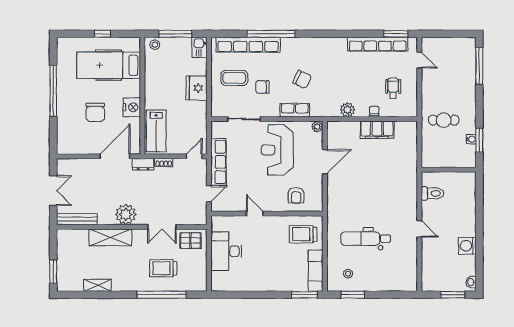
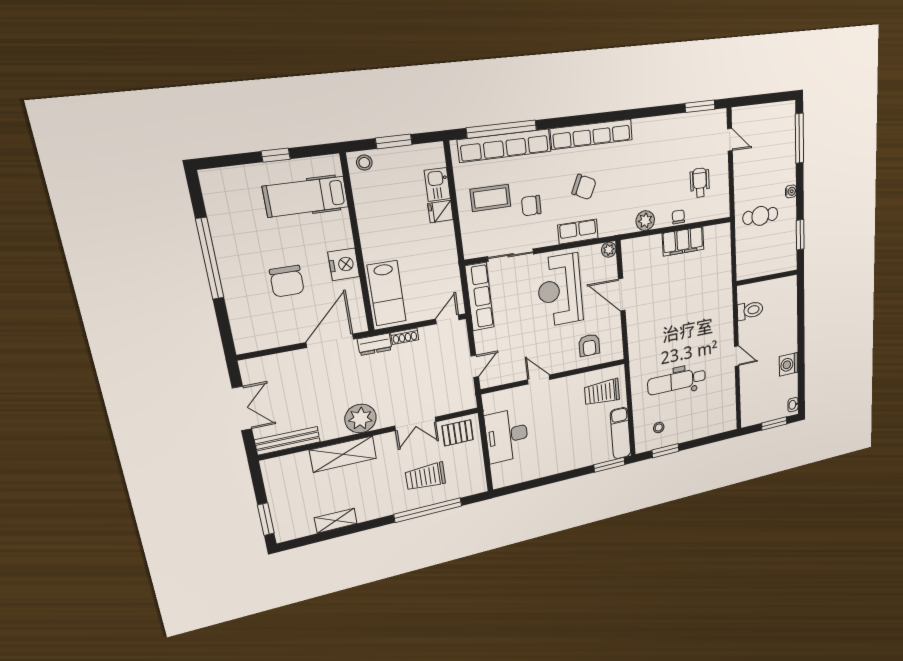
window: (175, 34) -> (394, 142), width x0.69
window: (271, 34) -> (502, 129), moved
row of seats: (378, 44) -> (592, 134), moved
kitchen sink: (200, 47) -> (437, 185), moved
hospital bed: (109, 65) -> (306, 197), width x0.73, depth x0.78
fridge: (197, 88) -> (441, 212), width x0.53, depth x0.75
water cooler: (471, 139) -> (791, 191), moved
row of seats: (219, 162) -> (480, 297), moved
door: (325, 162) -> (622, 295), swing flipped

